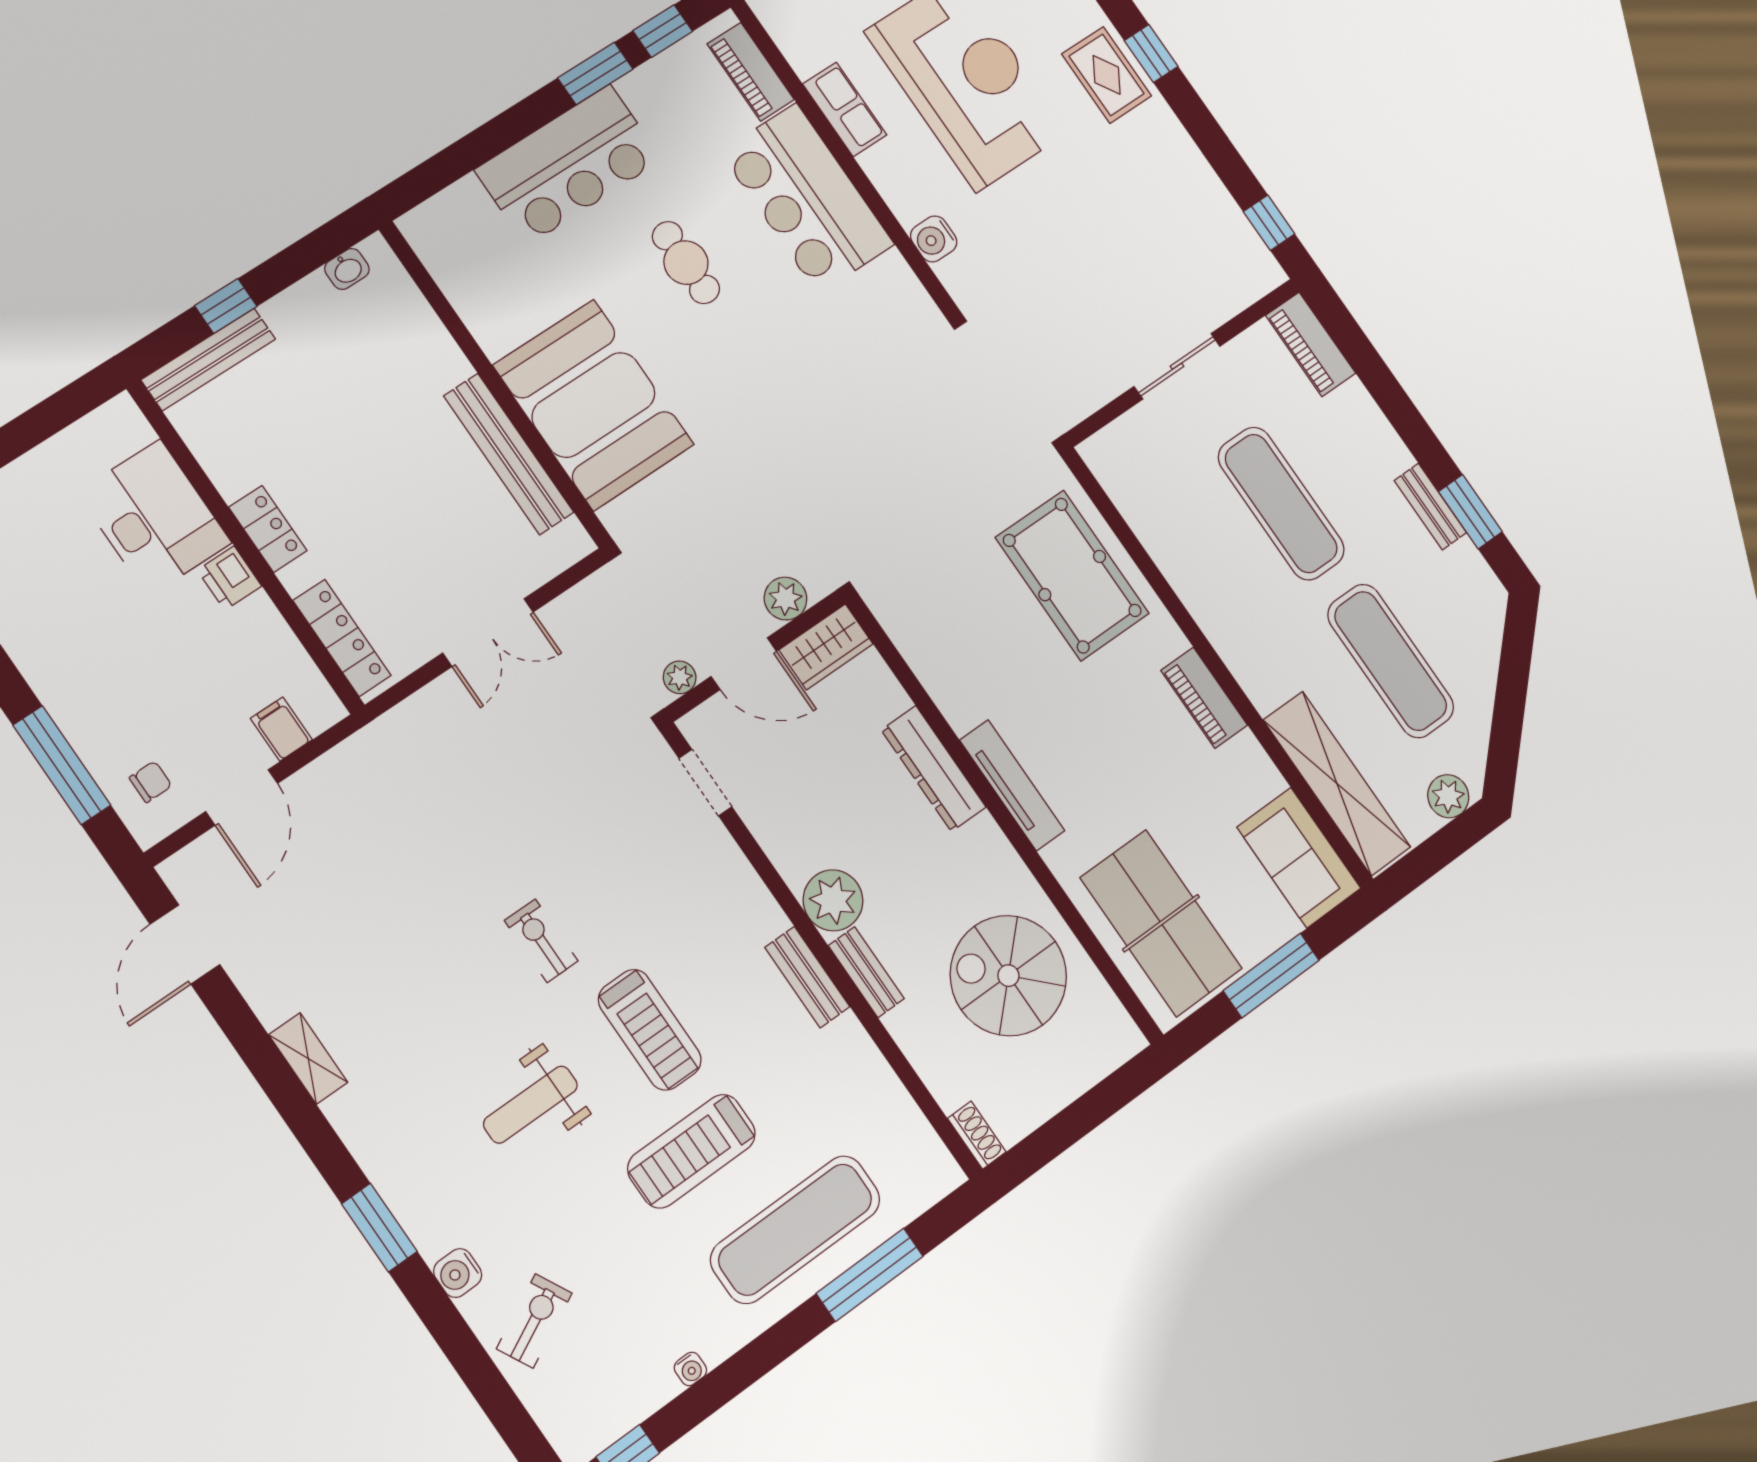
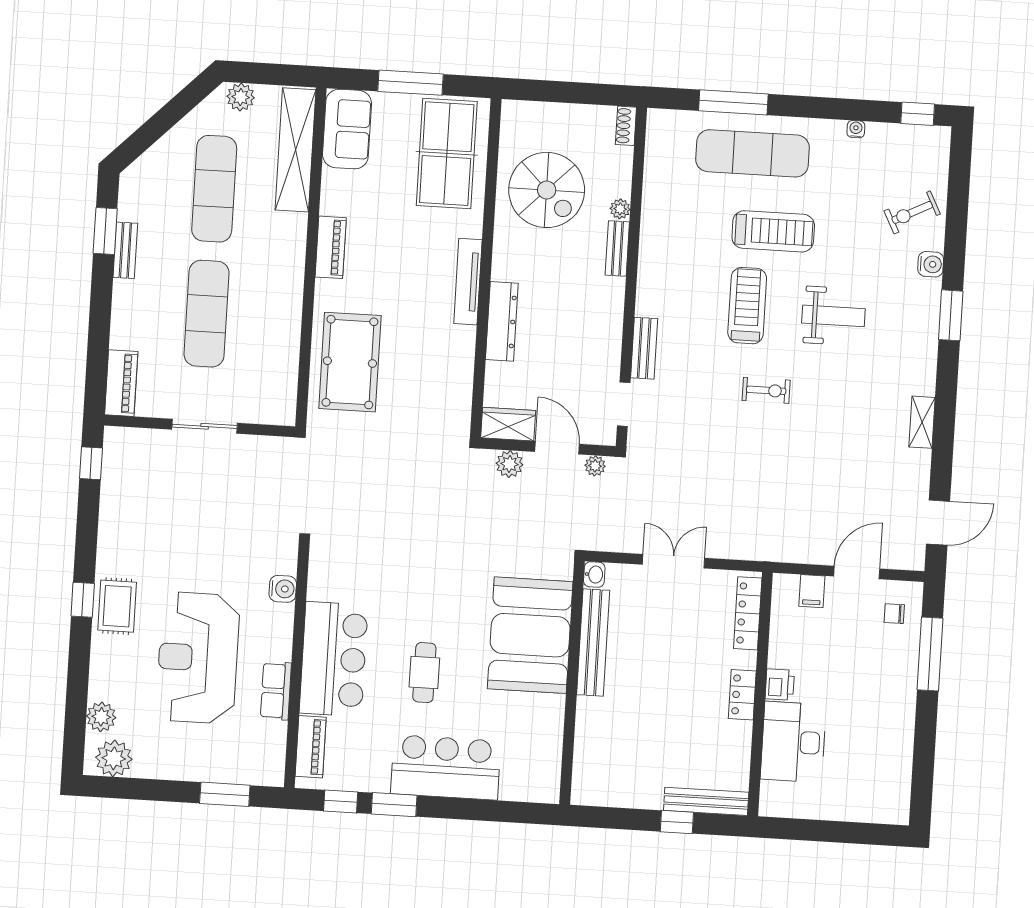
washbasin: (347, 269) -> (594, 574), moved, turned 90
plant: (833, 900) -> (620, 209), moved, width x0.53, depth x0.53
exercise bike: (541, 941) -> (766, 390), turned -90
bench: (807, 977) -> (644, 348), moved

